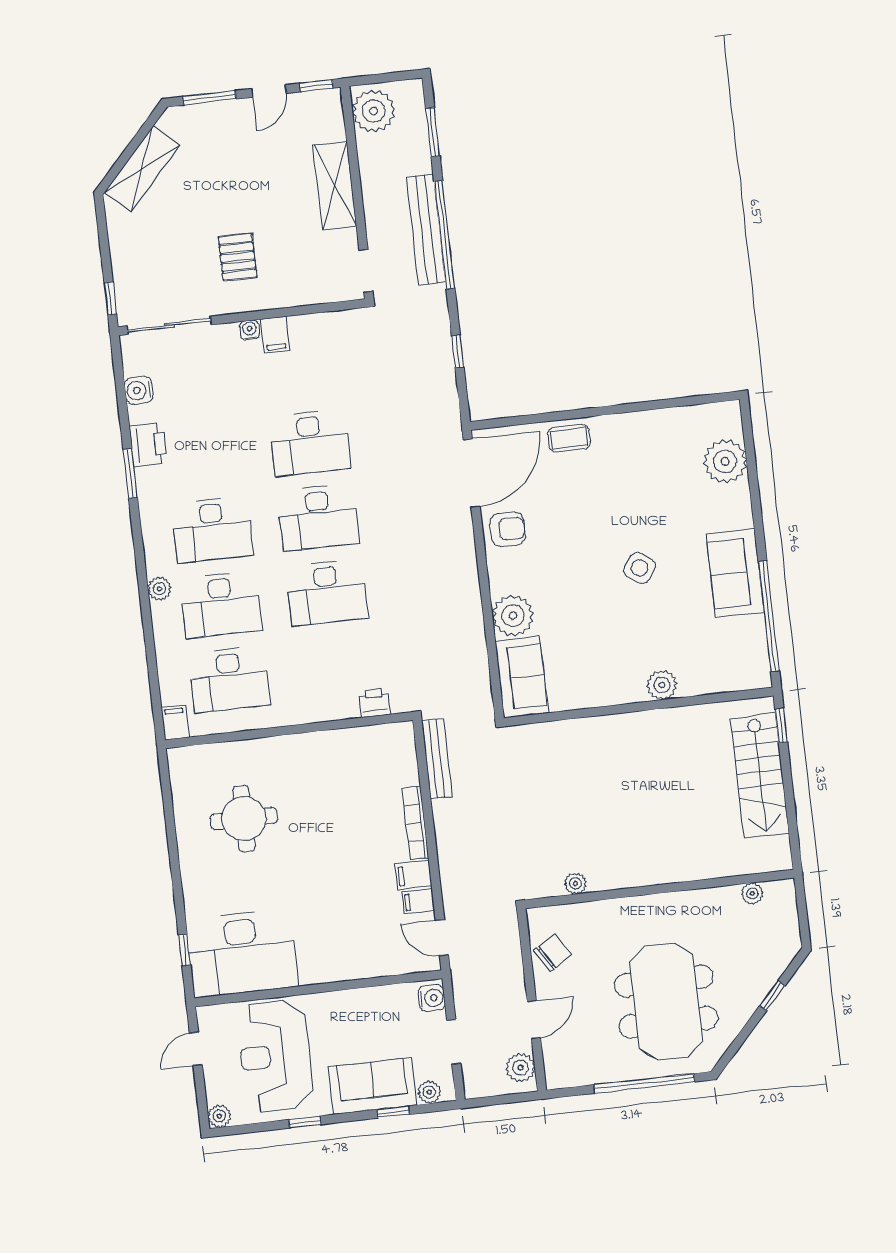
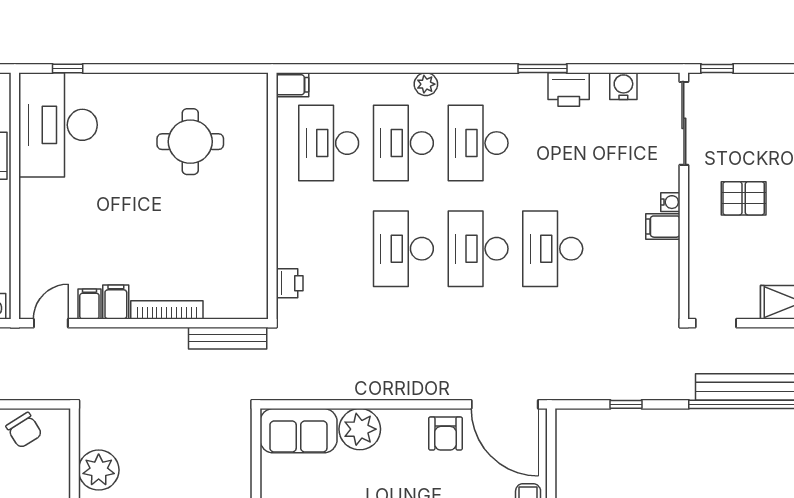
plant: (576, 883) -> (99, 470), width x1.87, depth x1.87

